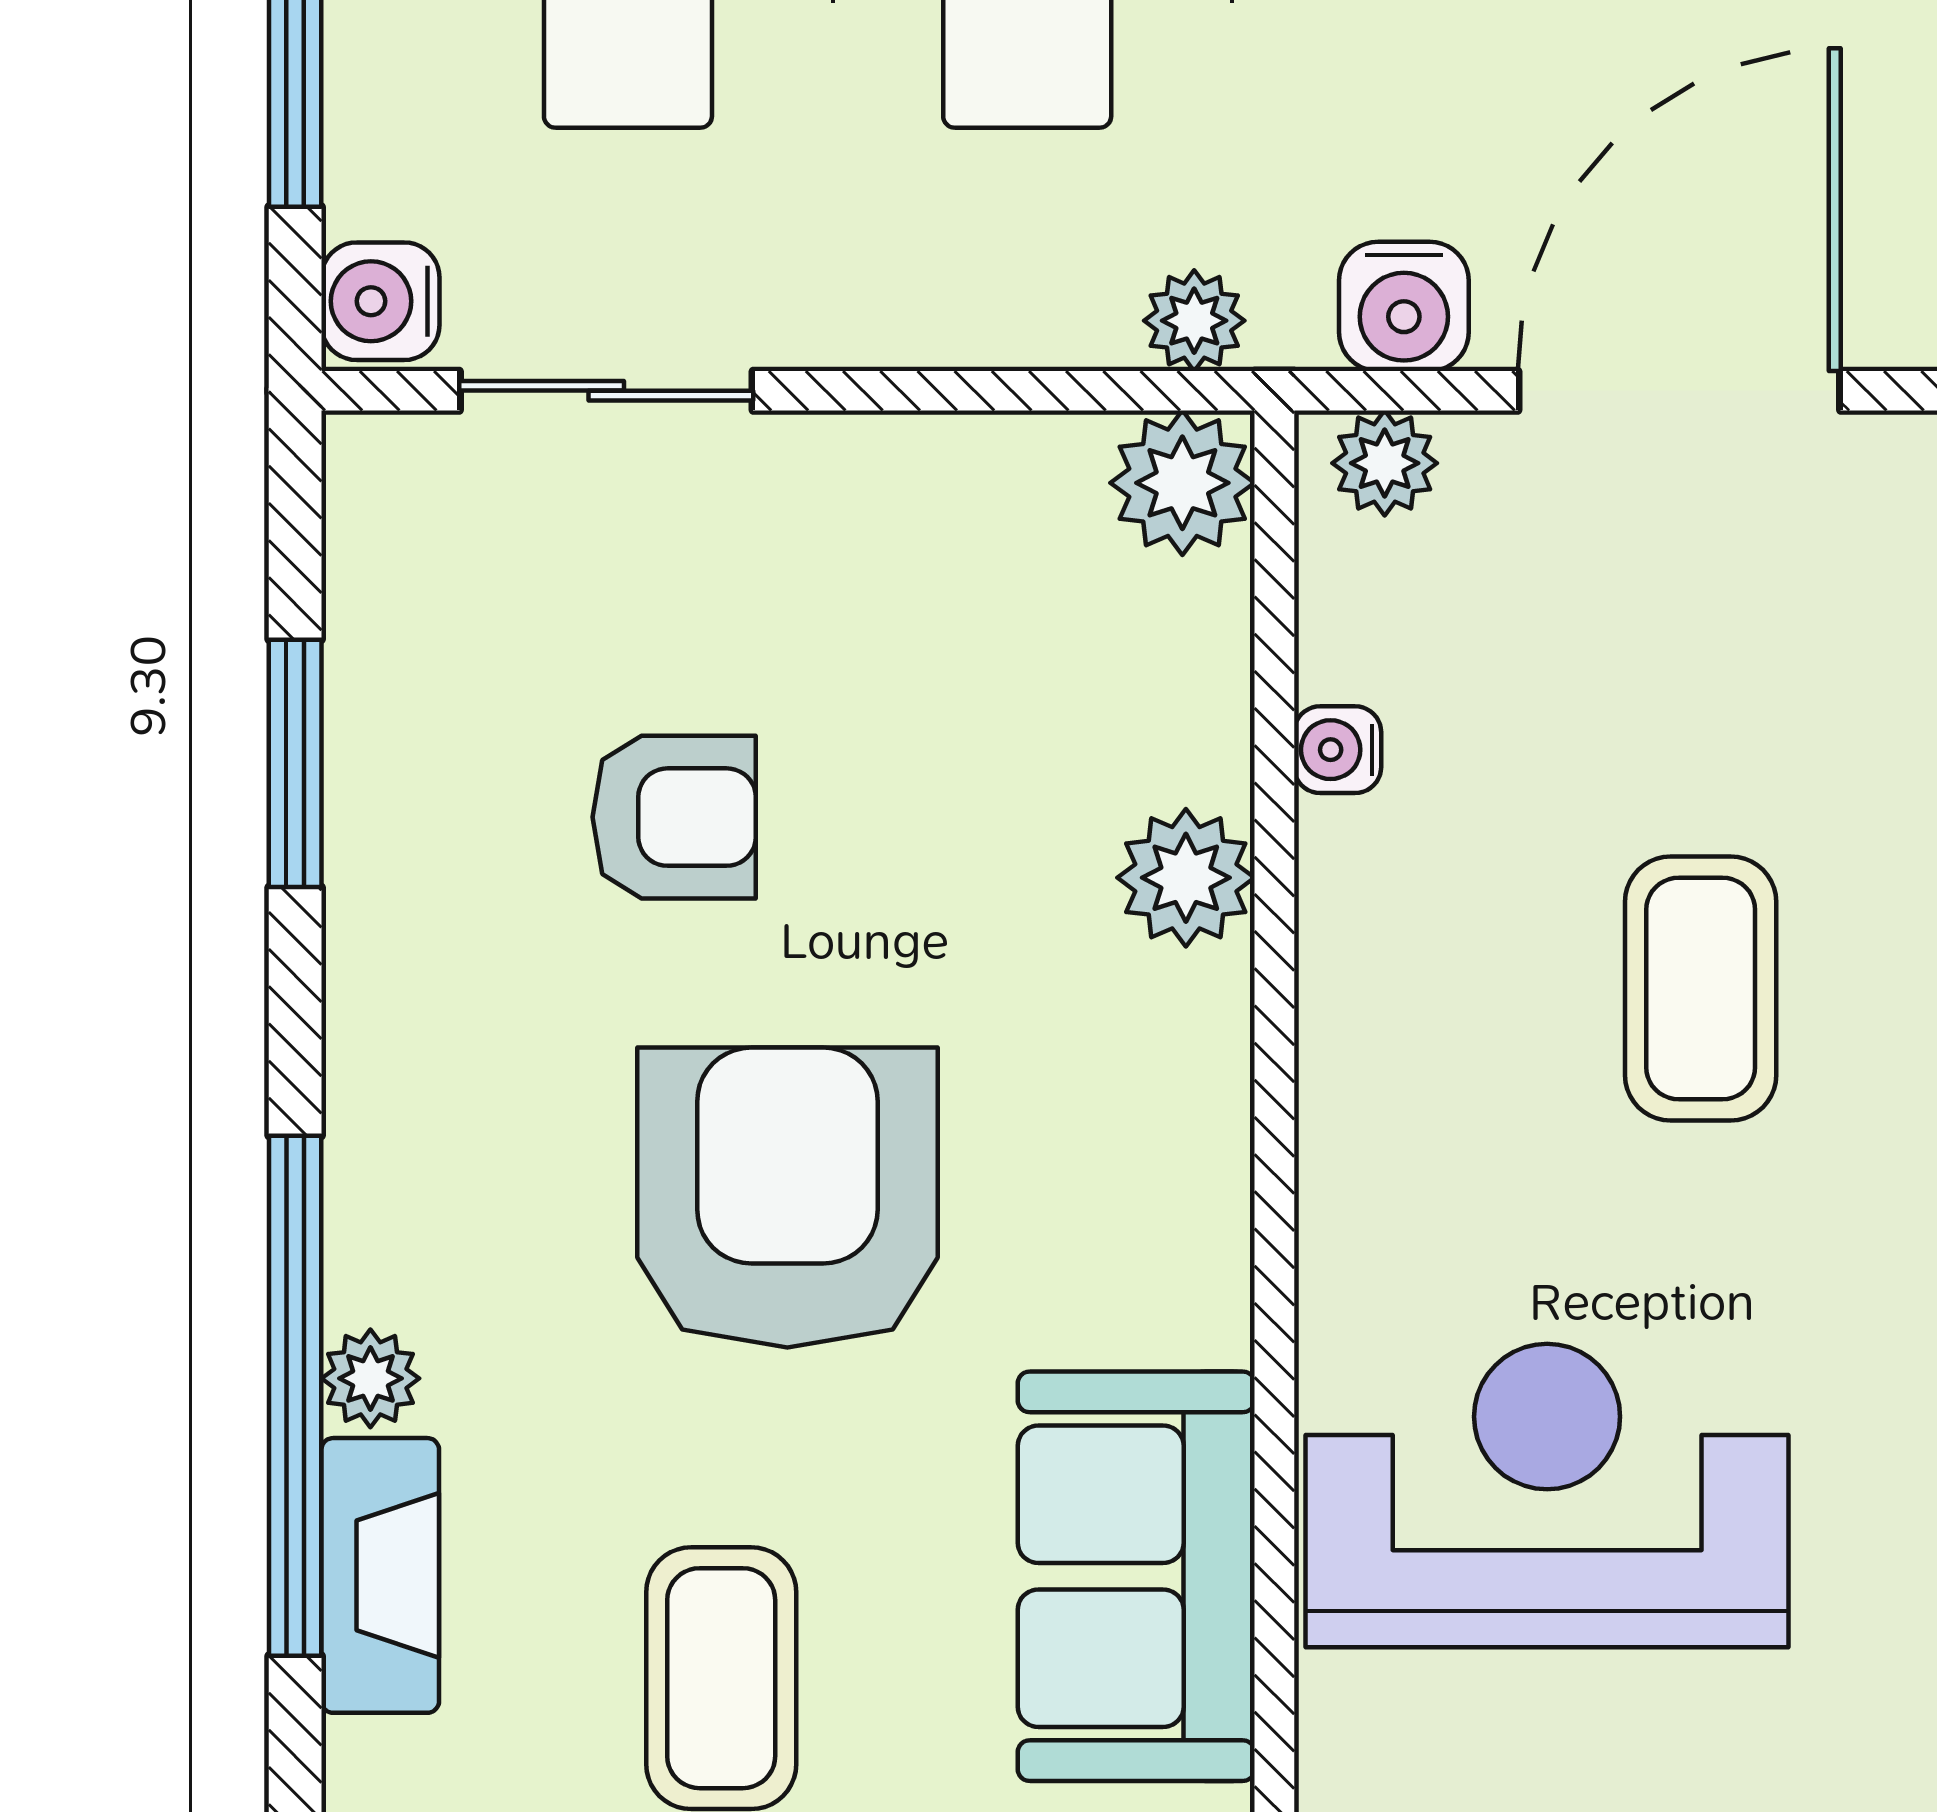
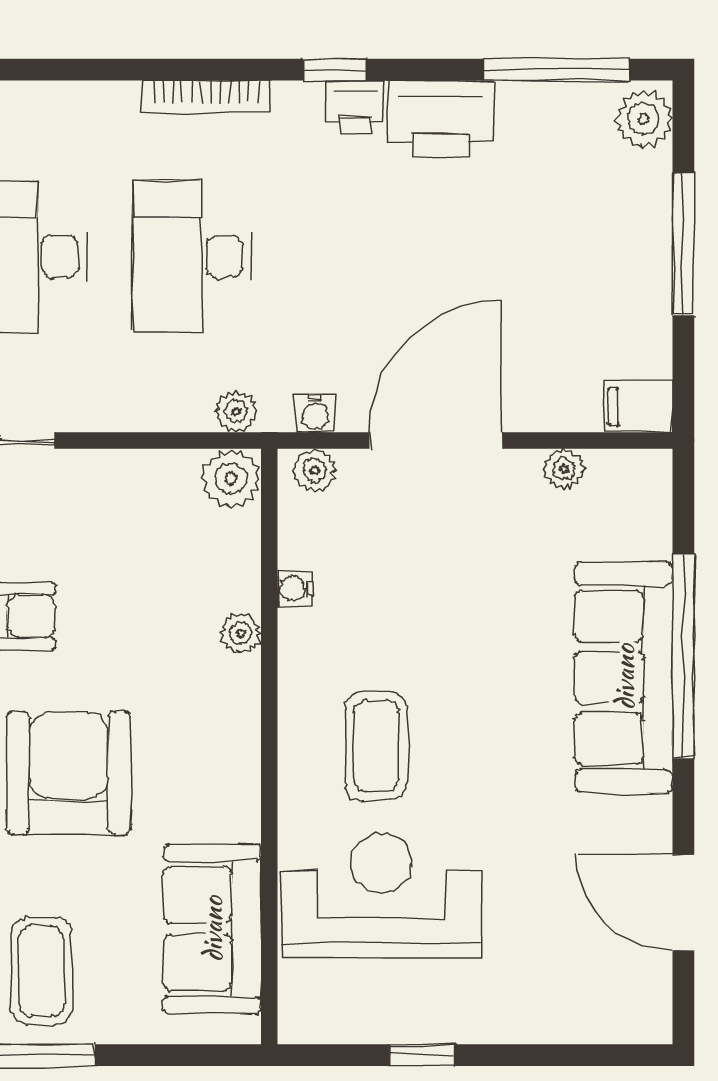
water cooler: (1404, 306) -> (315, 413), width x0.72, depth x0.72
plant: (1186, 878) -> (240, 633), width x0.73, depth x0.73
coffee table: (1701, 989) -> (376, 746), moved

